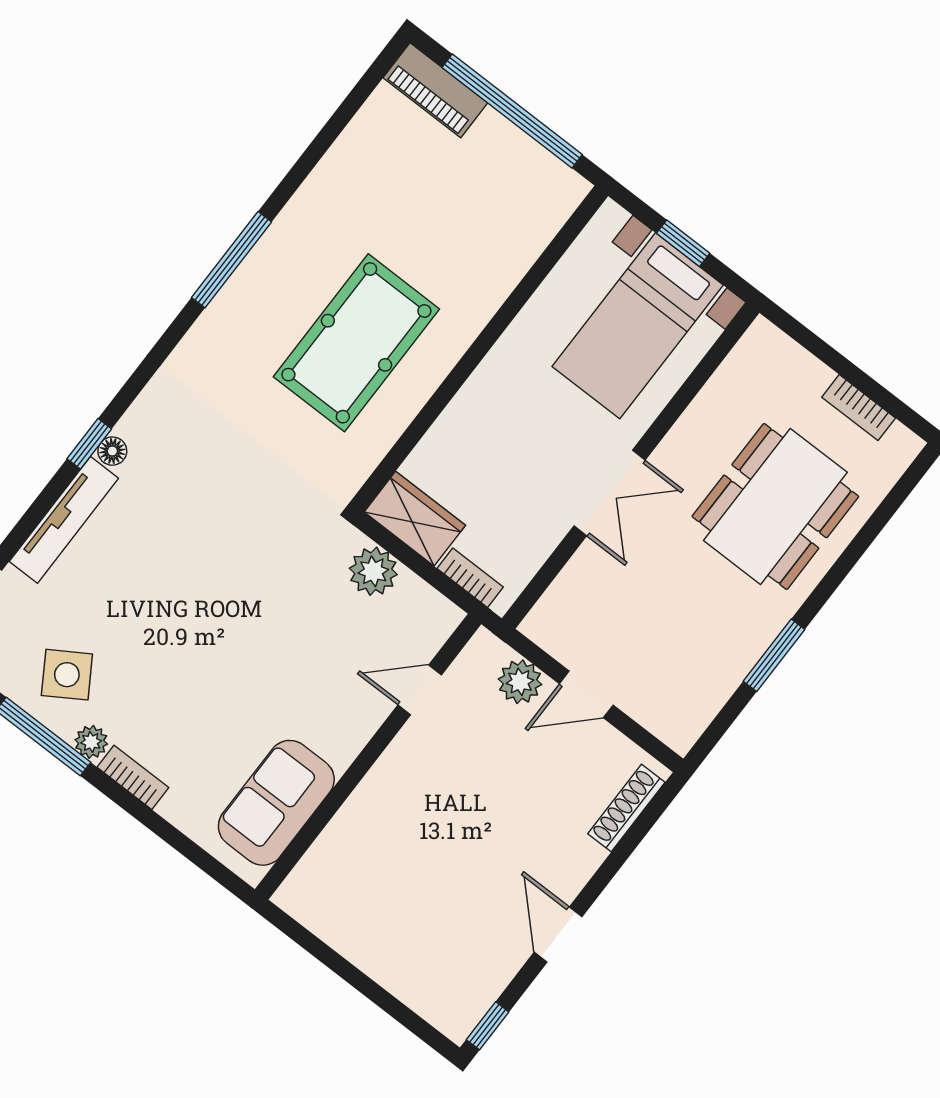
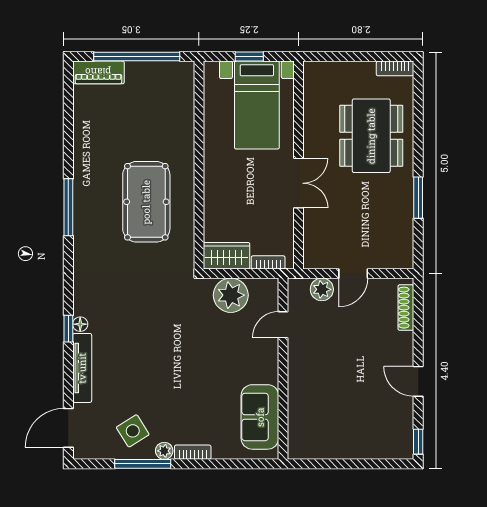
bookcase: (859, 408) -> (395, 68), moved
plant: (373, 571) -> (231, 295), width x1.36, depth x1.36

